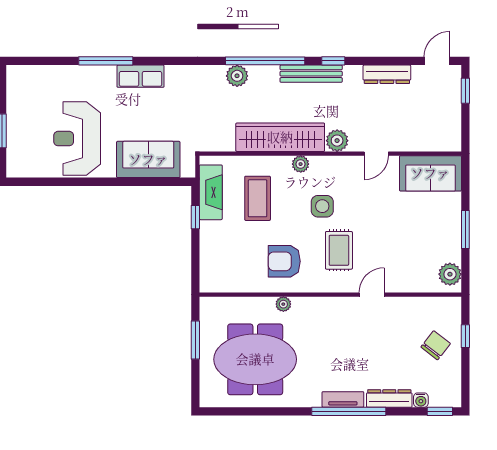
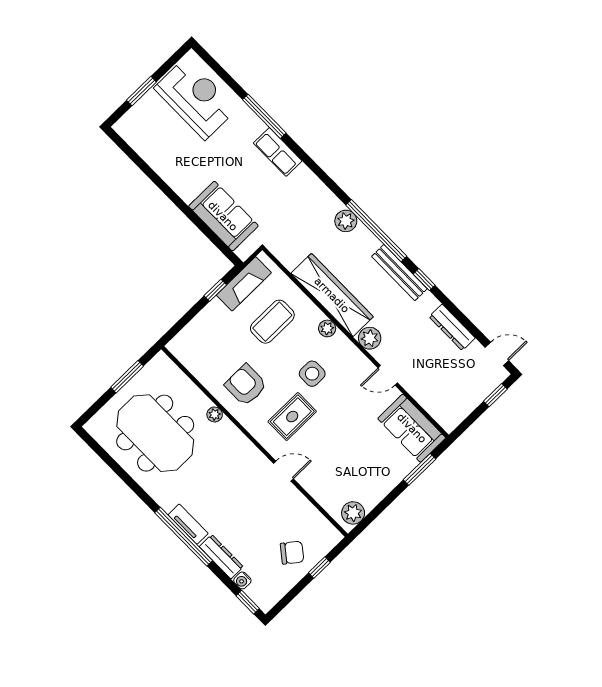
reception desk: (77, 139) -> (196, 98), moved, turned 90
window: (465, 230) -> (420, 469), moved

